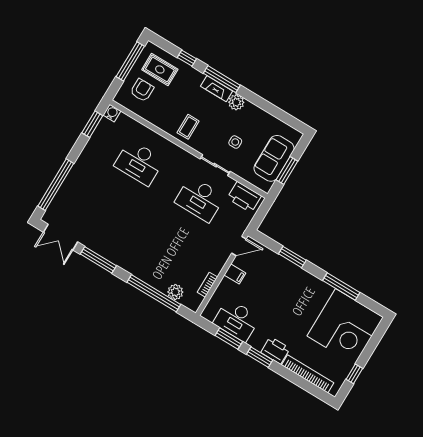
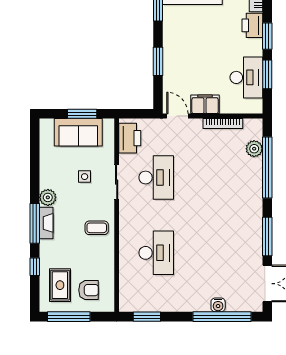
armchair: (142, 90) -> (89, 290), turned 180
water cooler: (112, 113) -> (218, 305), moved, turned -90
filing cabinet: (235, 274) -> (205, 104), width x2.00
bookcase: (207, 285) -> (223, 124), width x1.56

